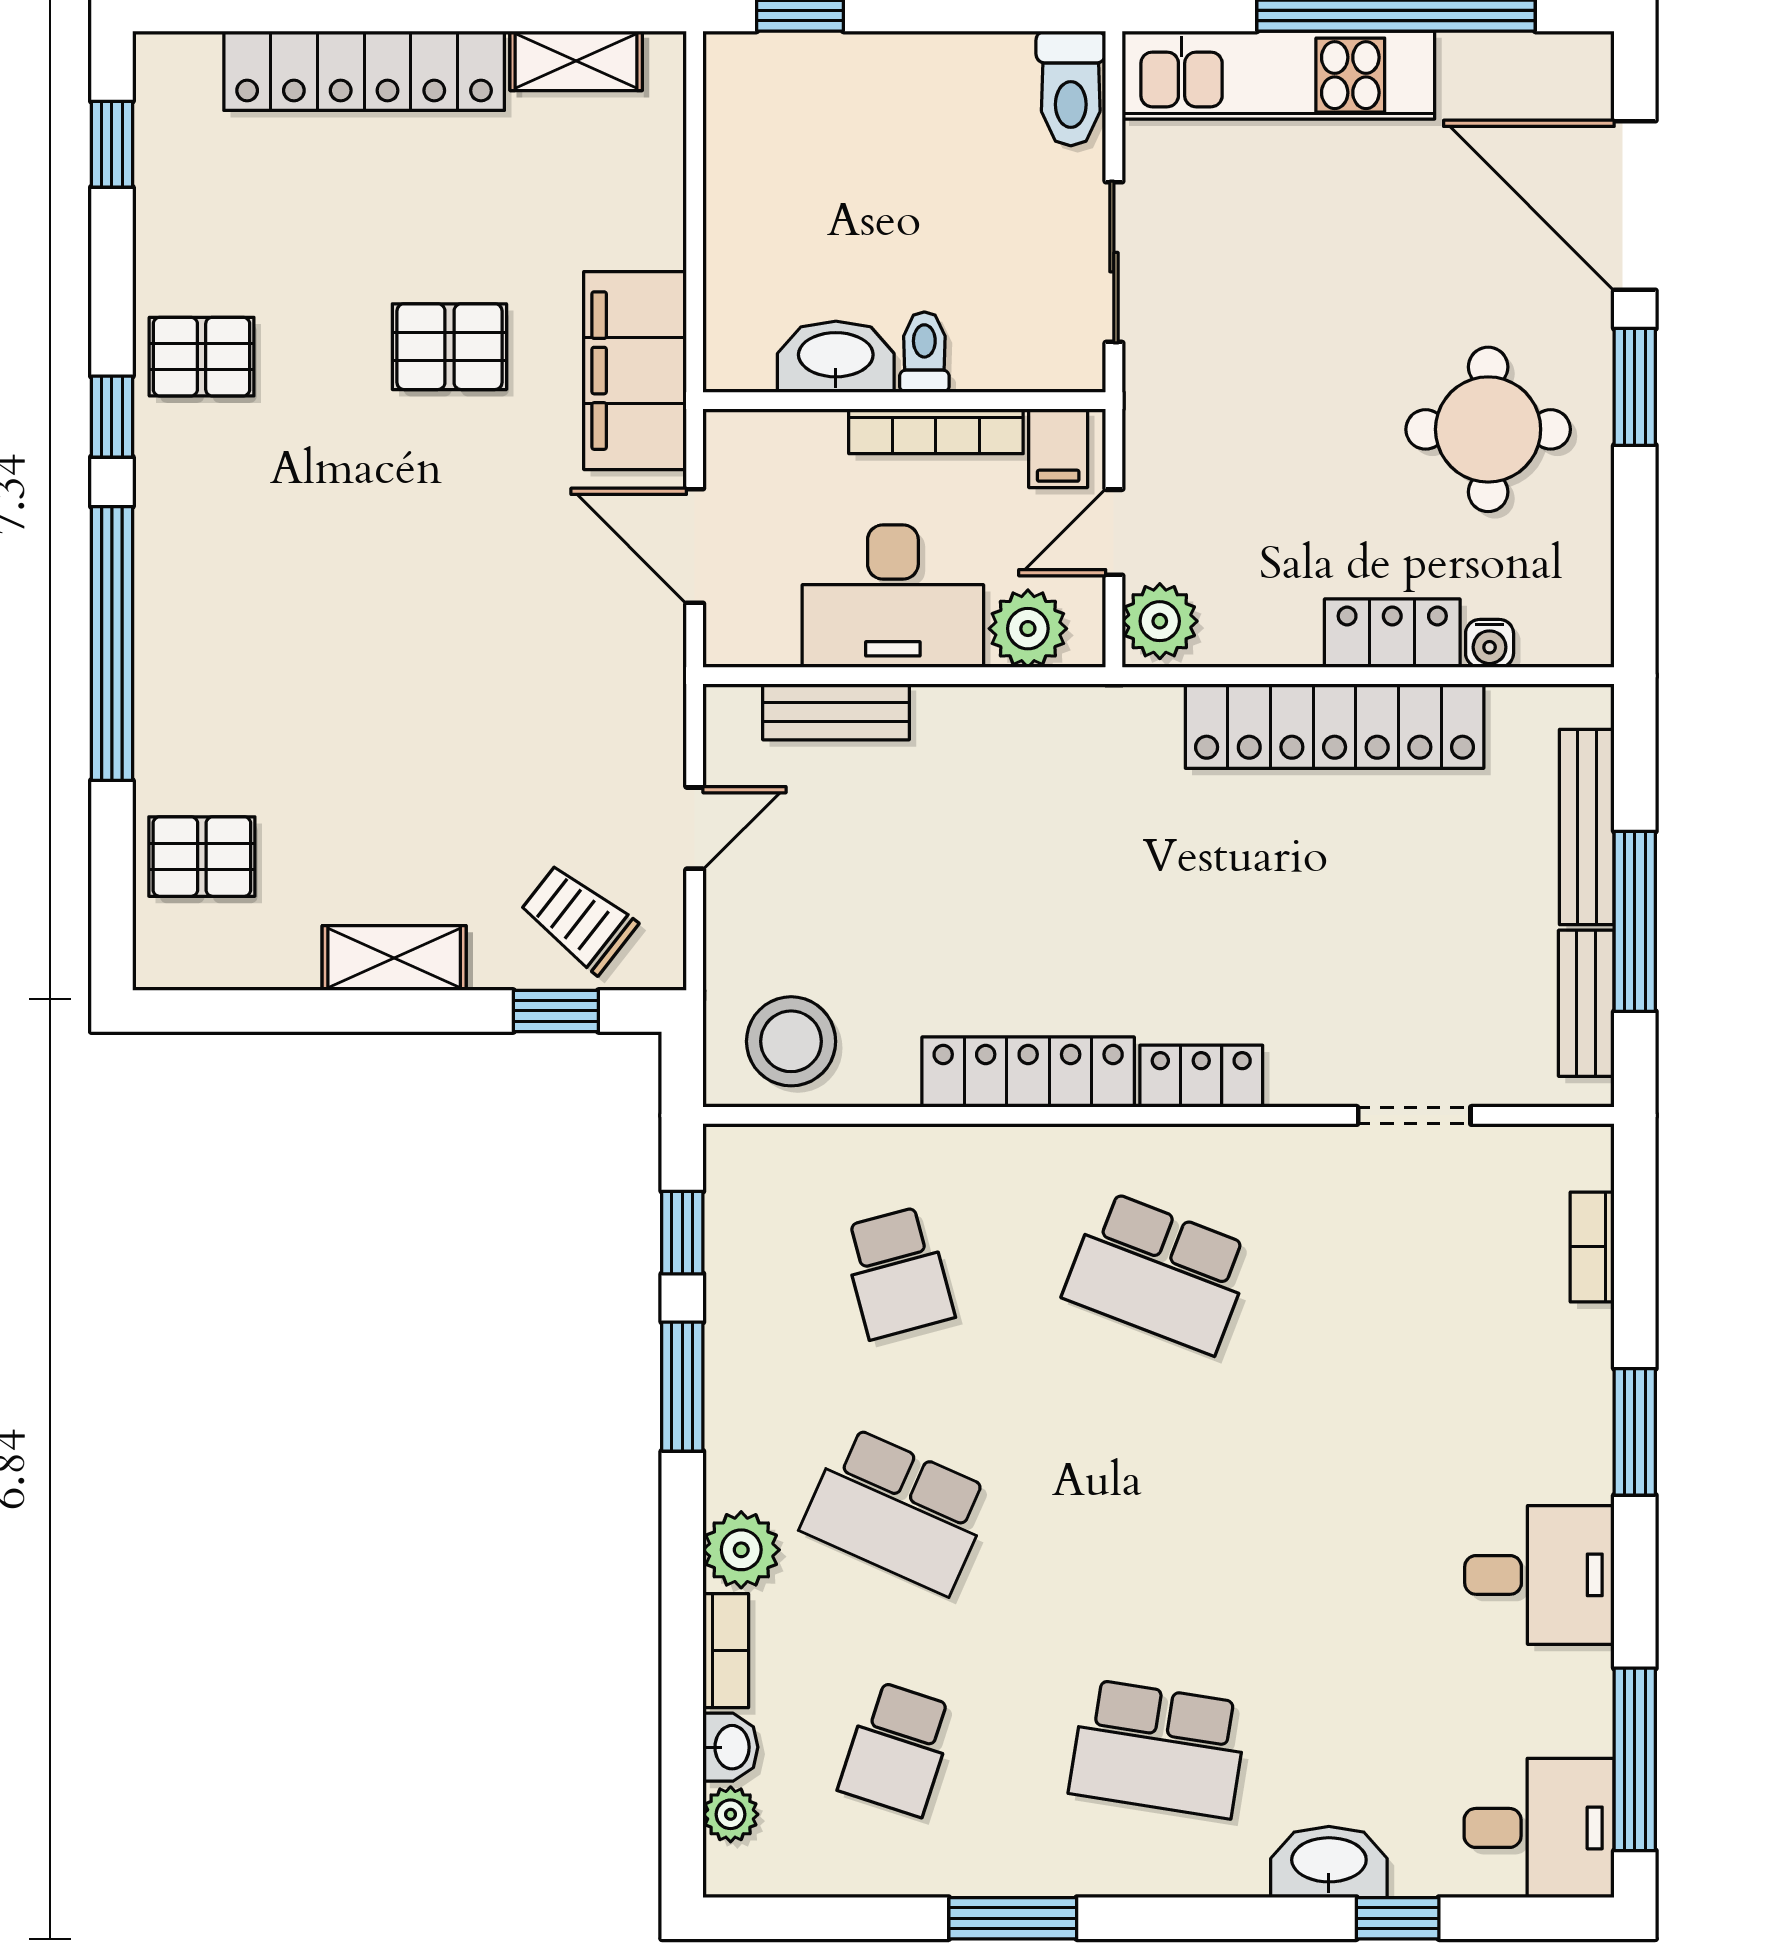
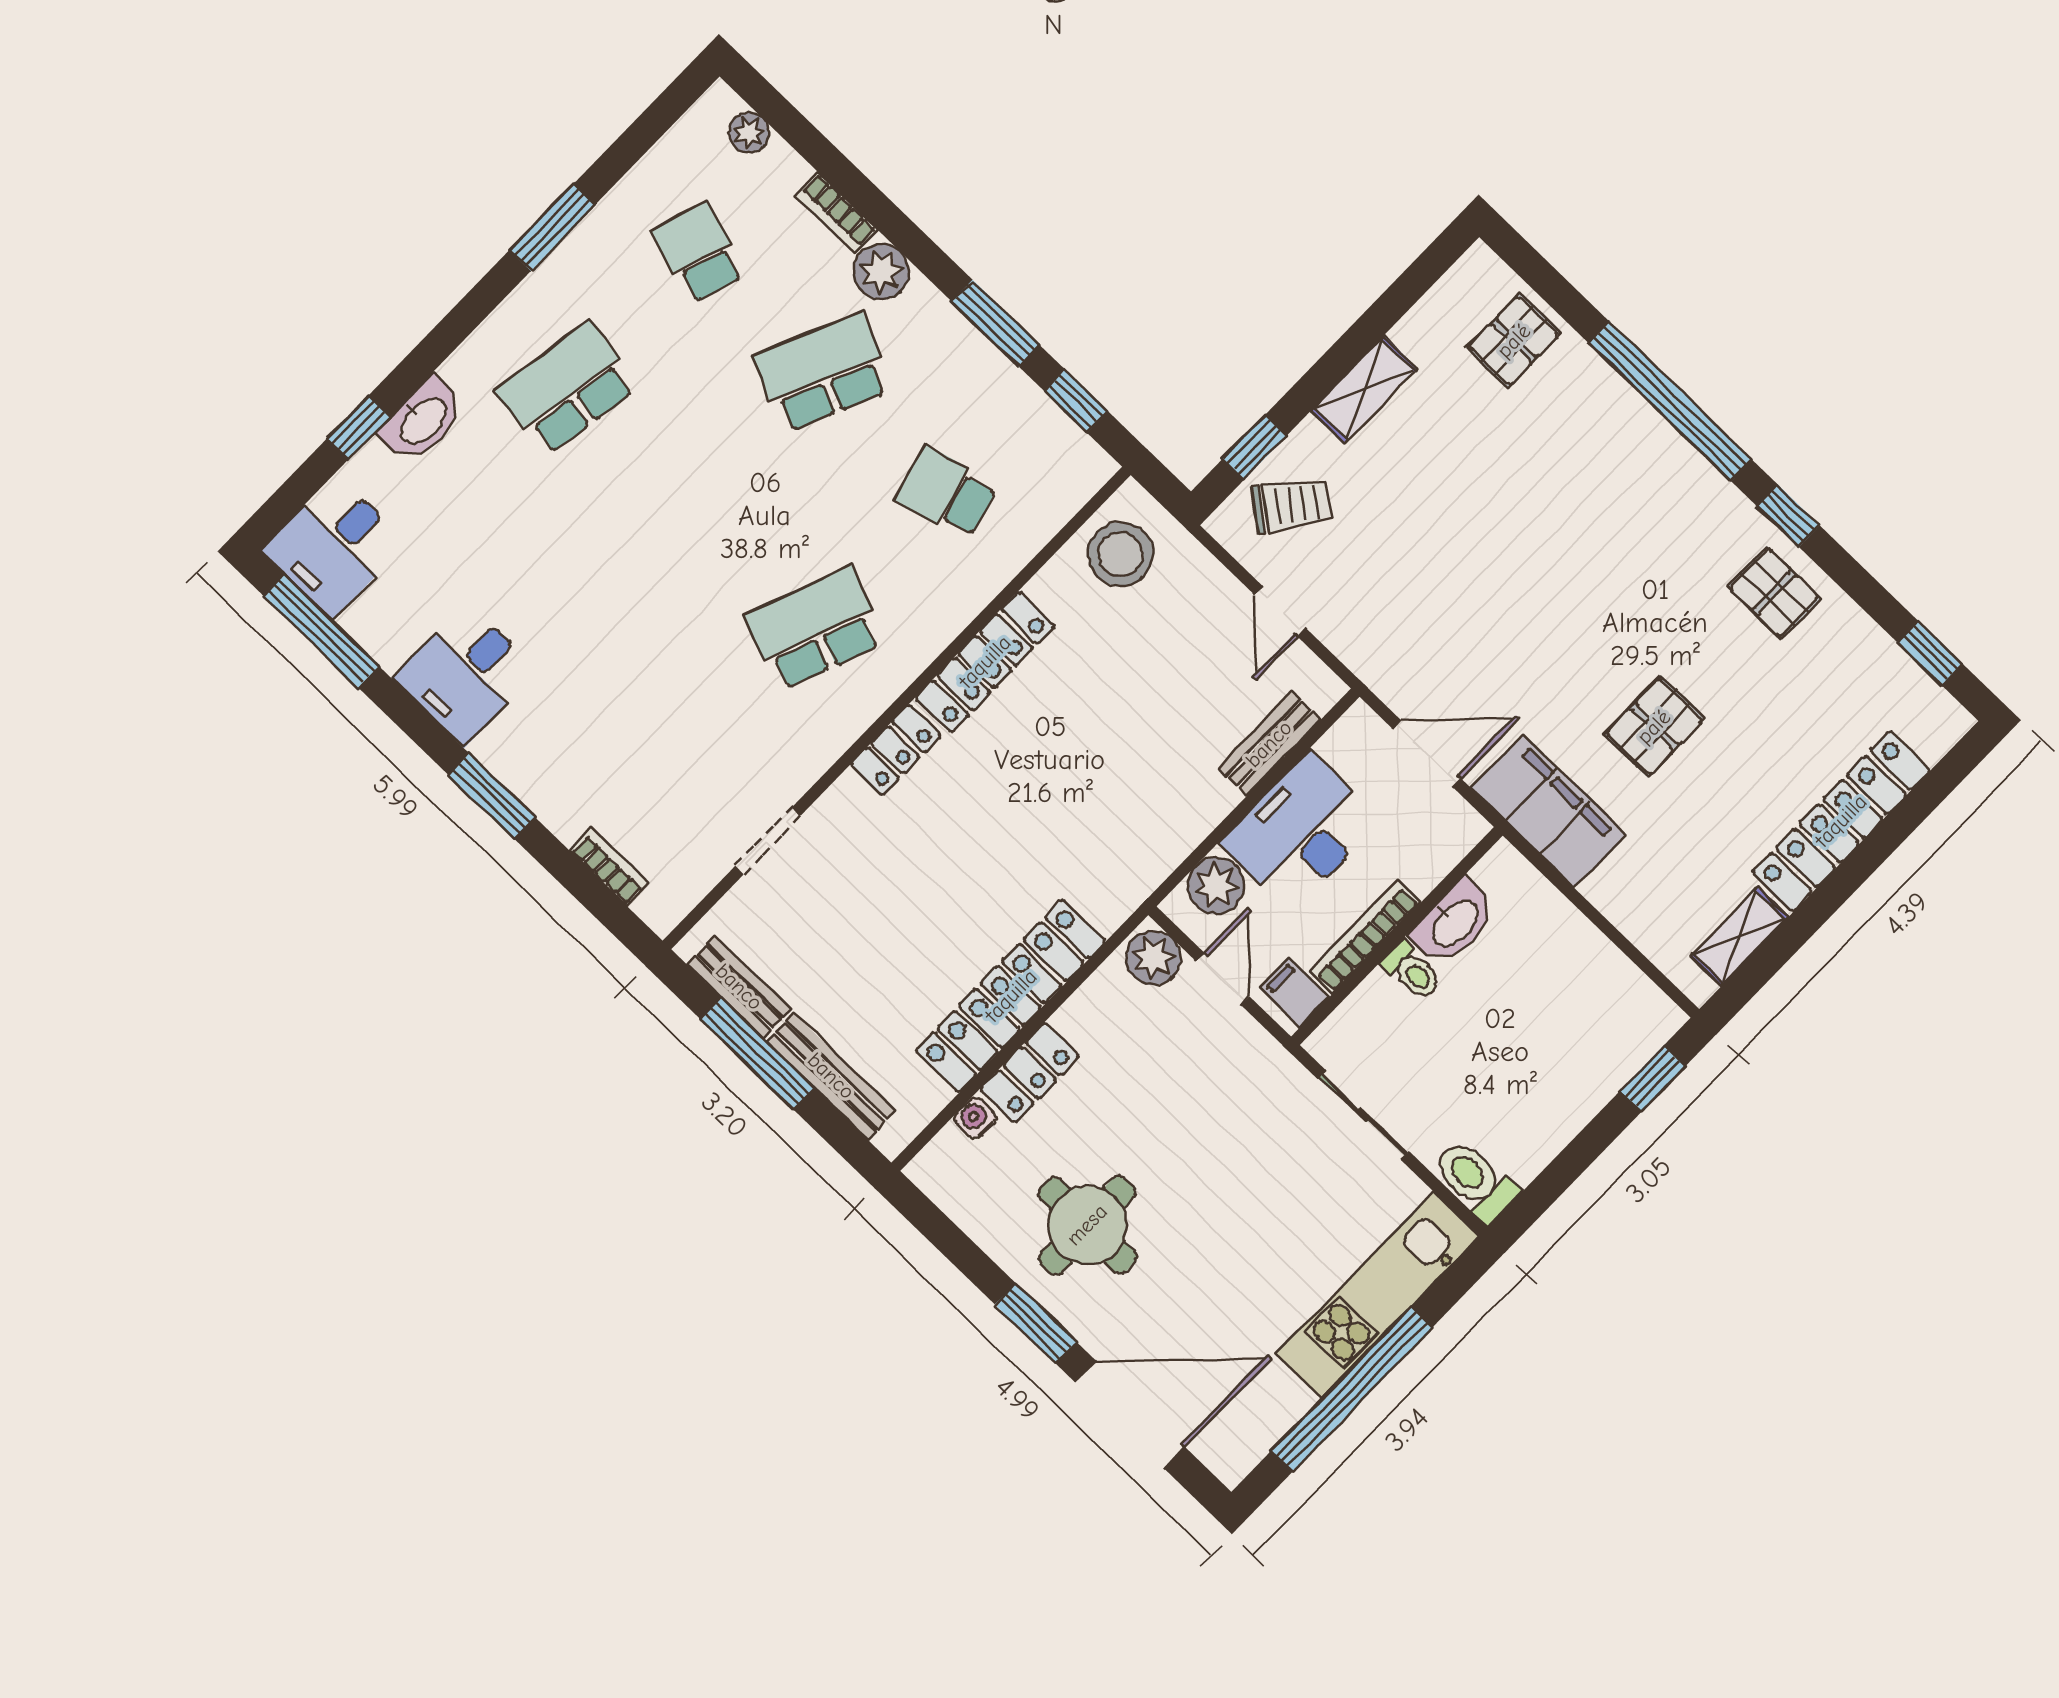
pallet: (202, 357) -> (1774, 593), turned 90
washbasin: (730, 1747) -> (784, 166), removed

